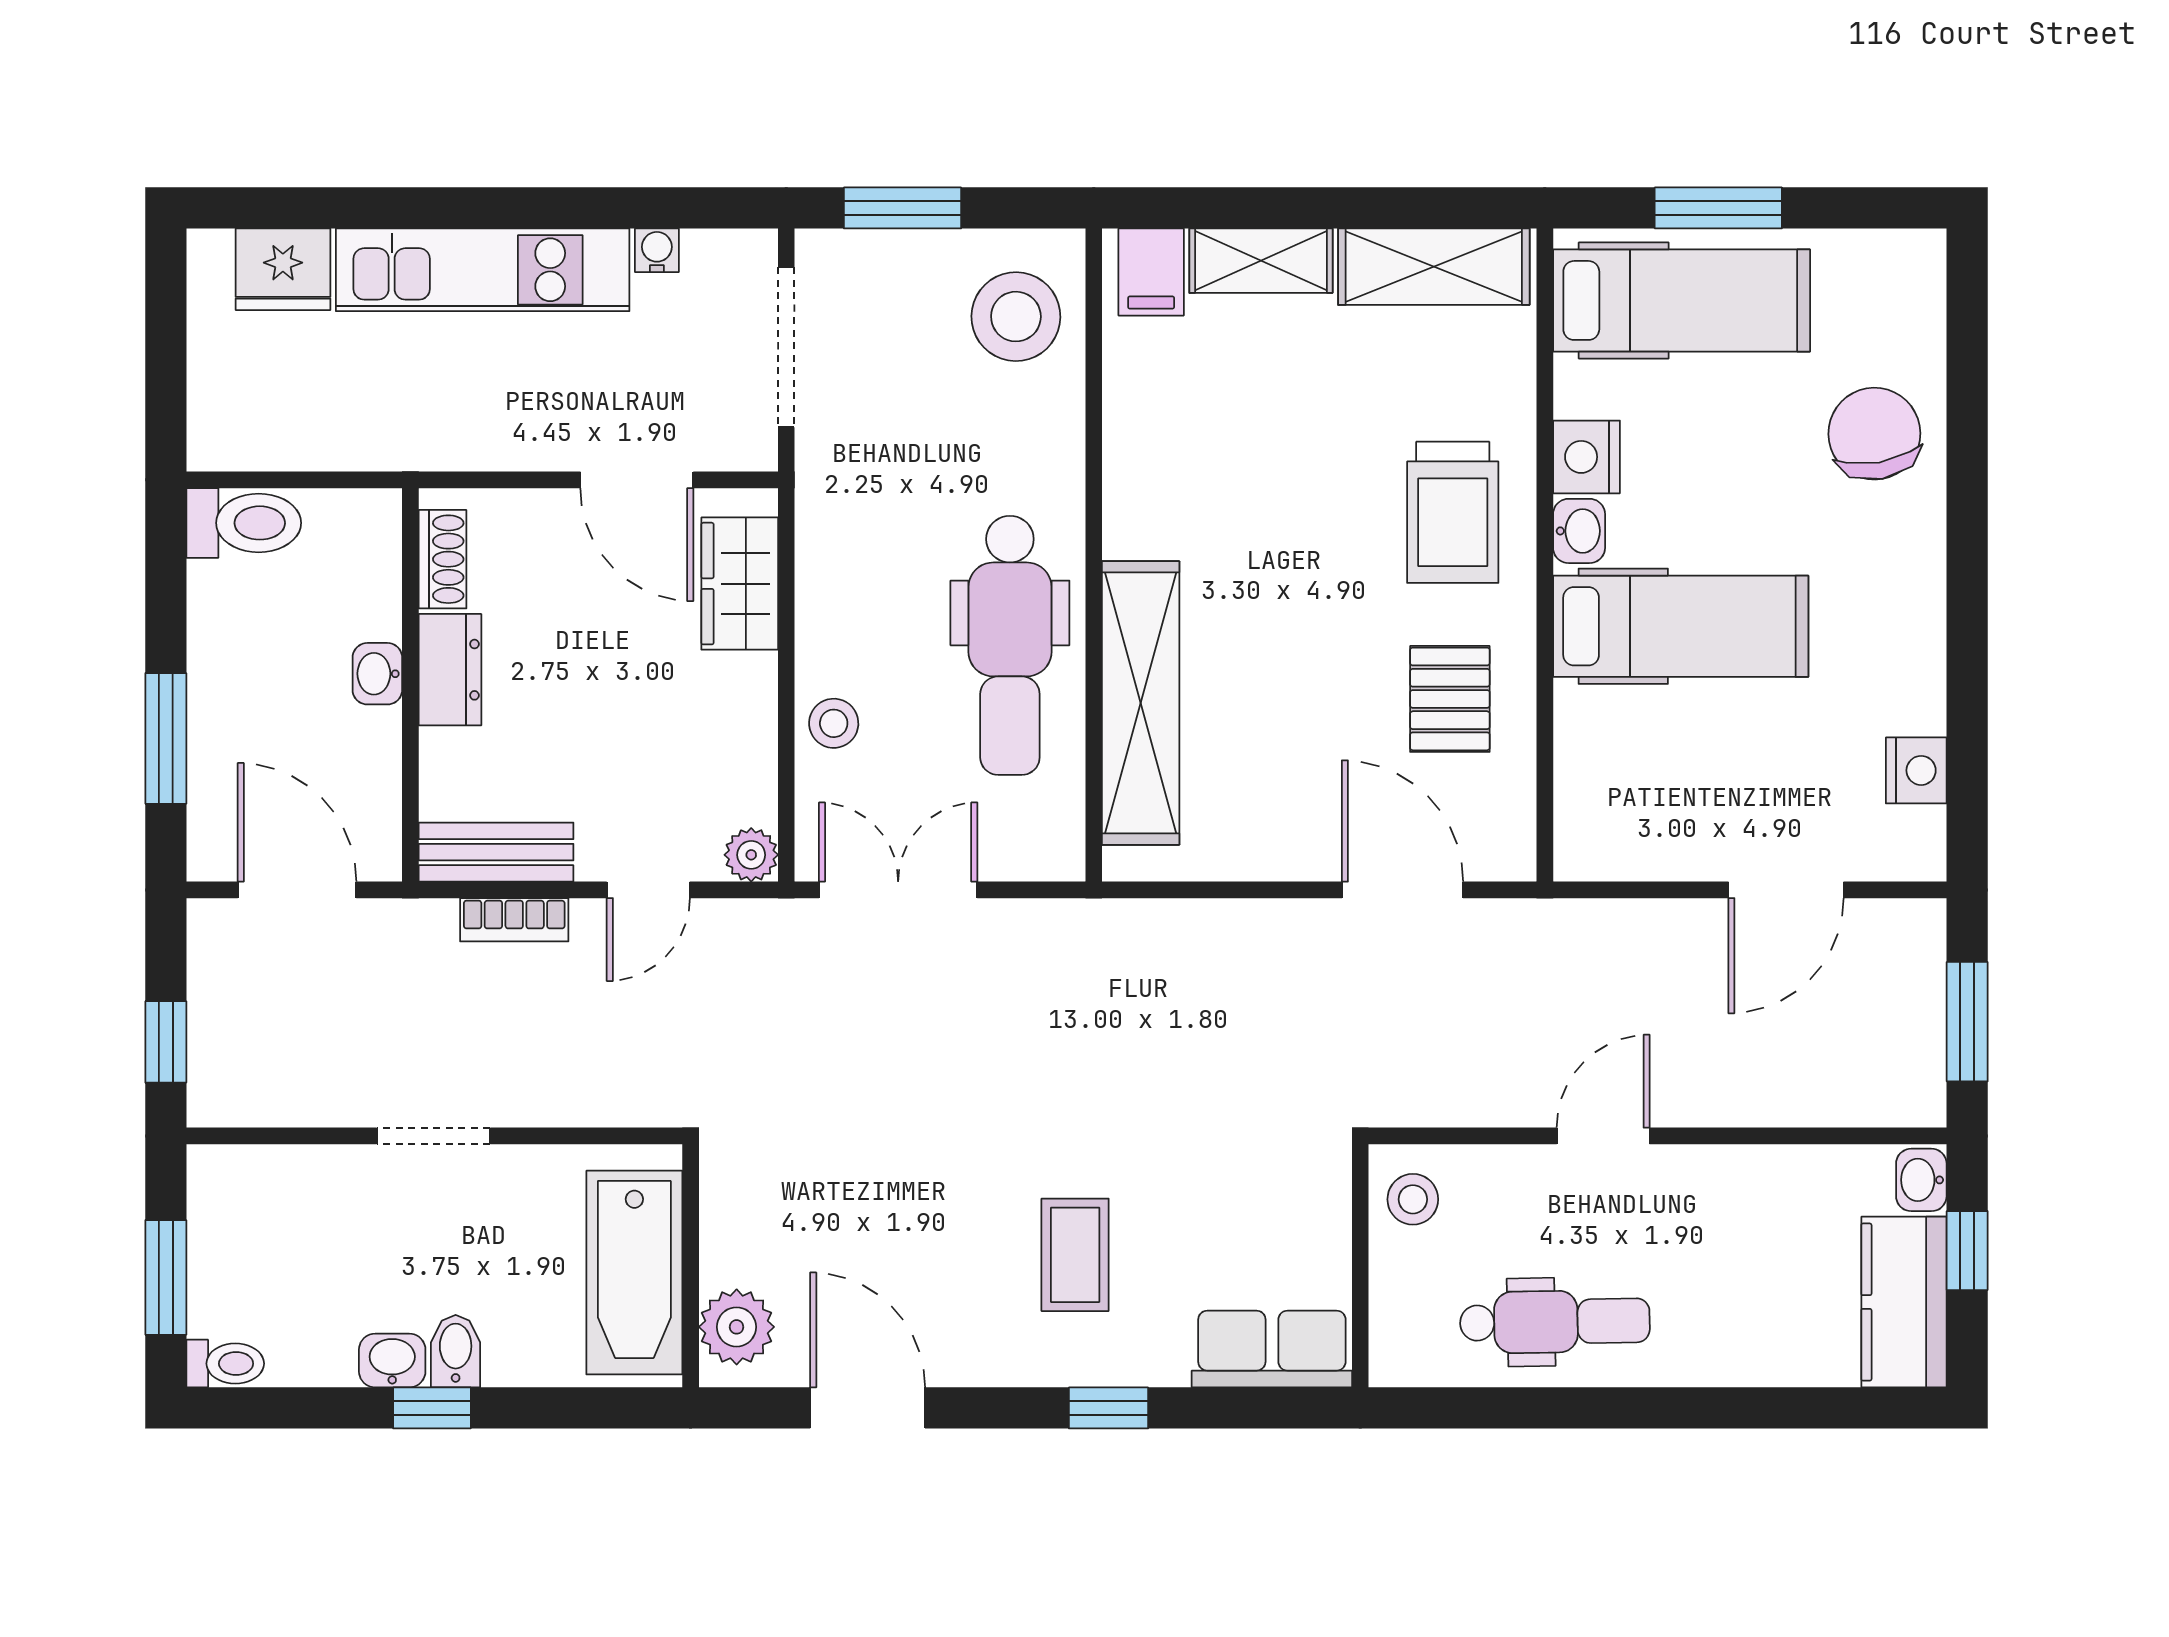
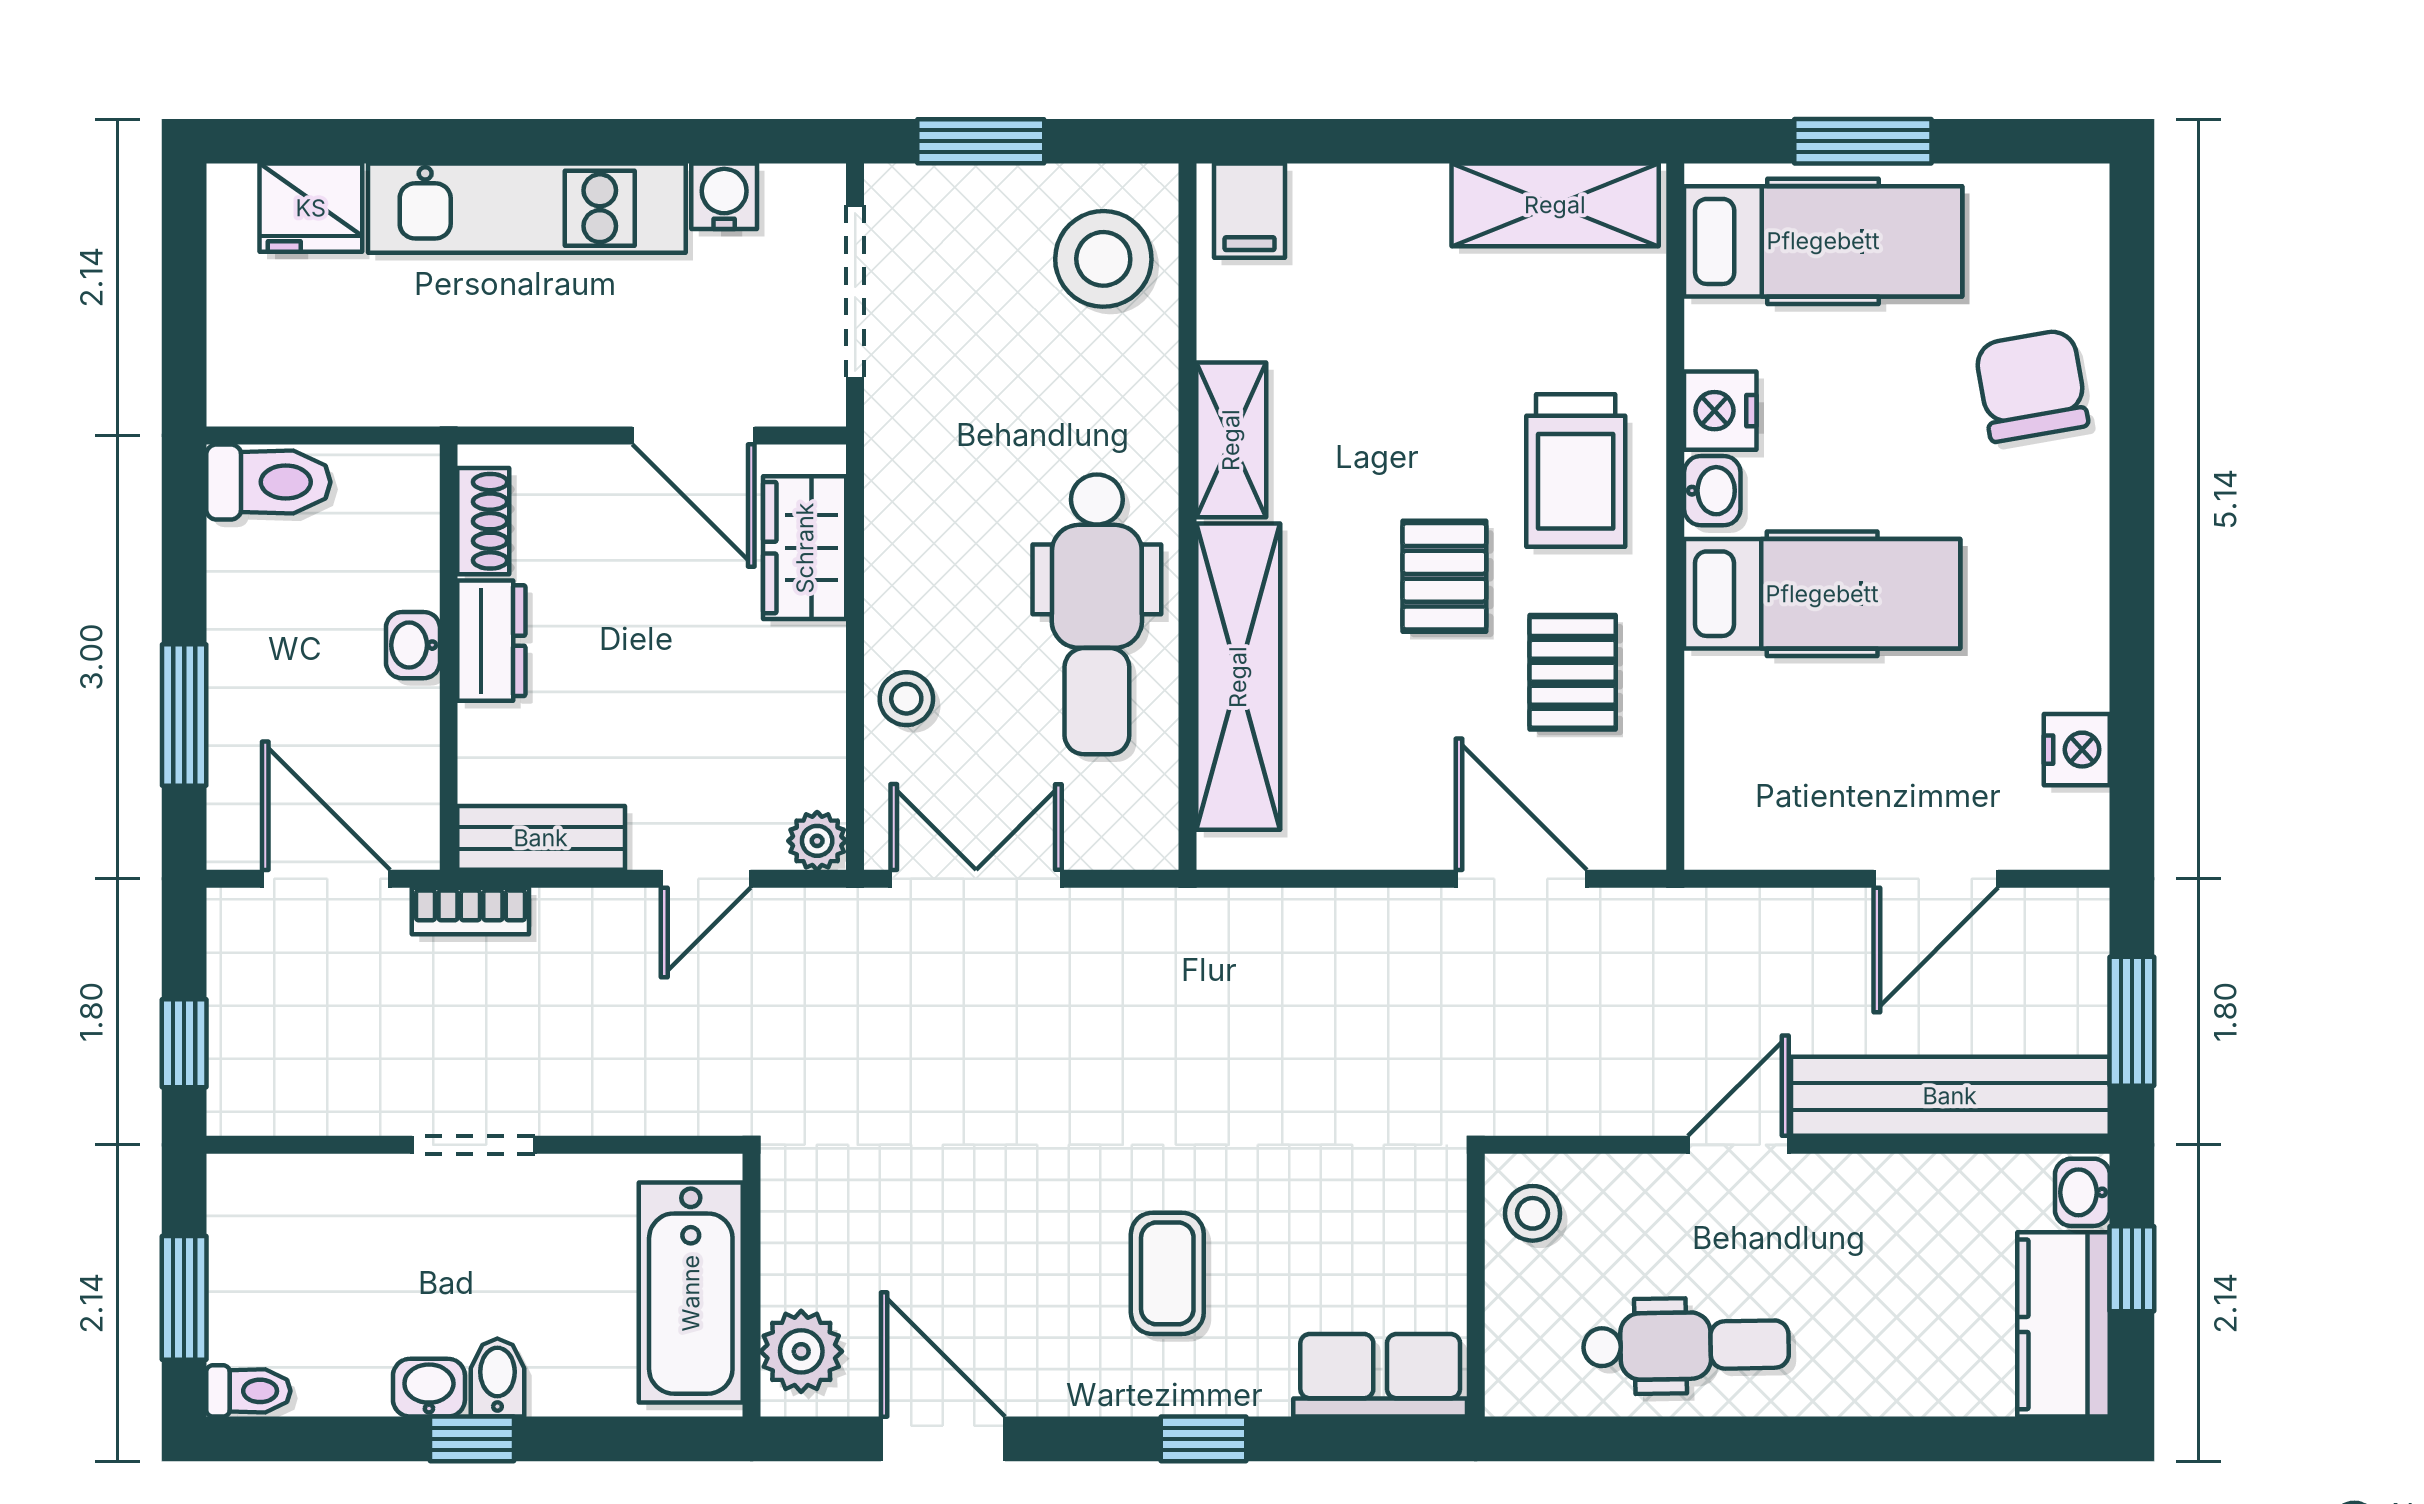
water cooler: (657, 250) -> (724, 196), width x1.38, depth x1.38
shelving: (1261, 261) -> (1231, 440), moved, turned 90
pallet: (1331, 610) -> (1444, 576), added
bookcase: (514, 920) -> (470, 911), moved
bench: (1799, 1091) -> (1950, 1096), added

